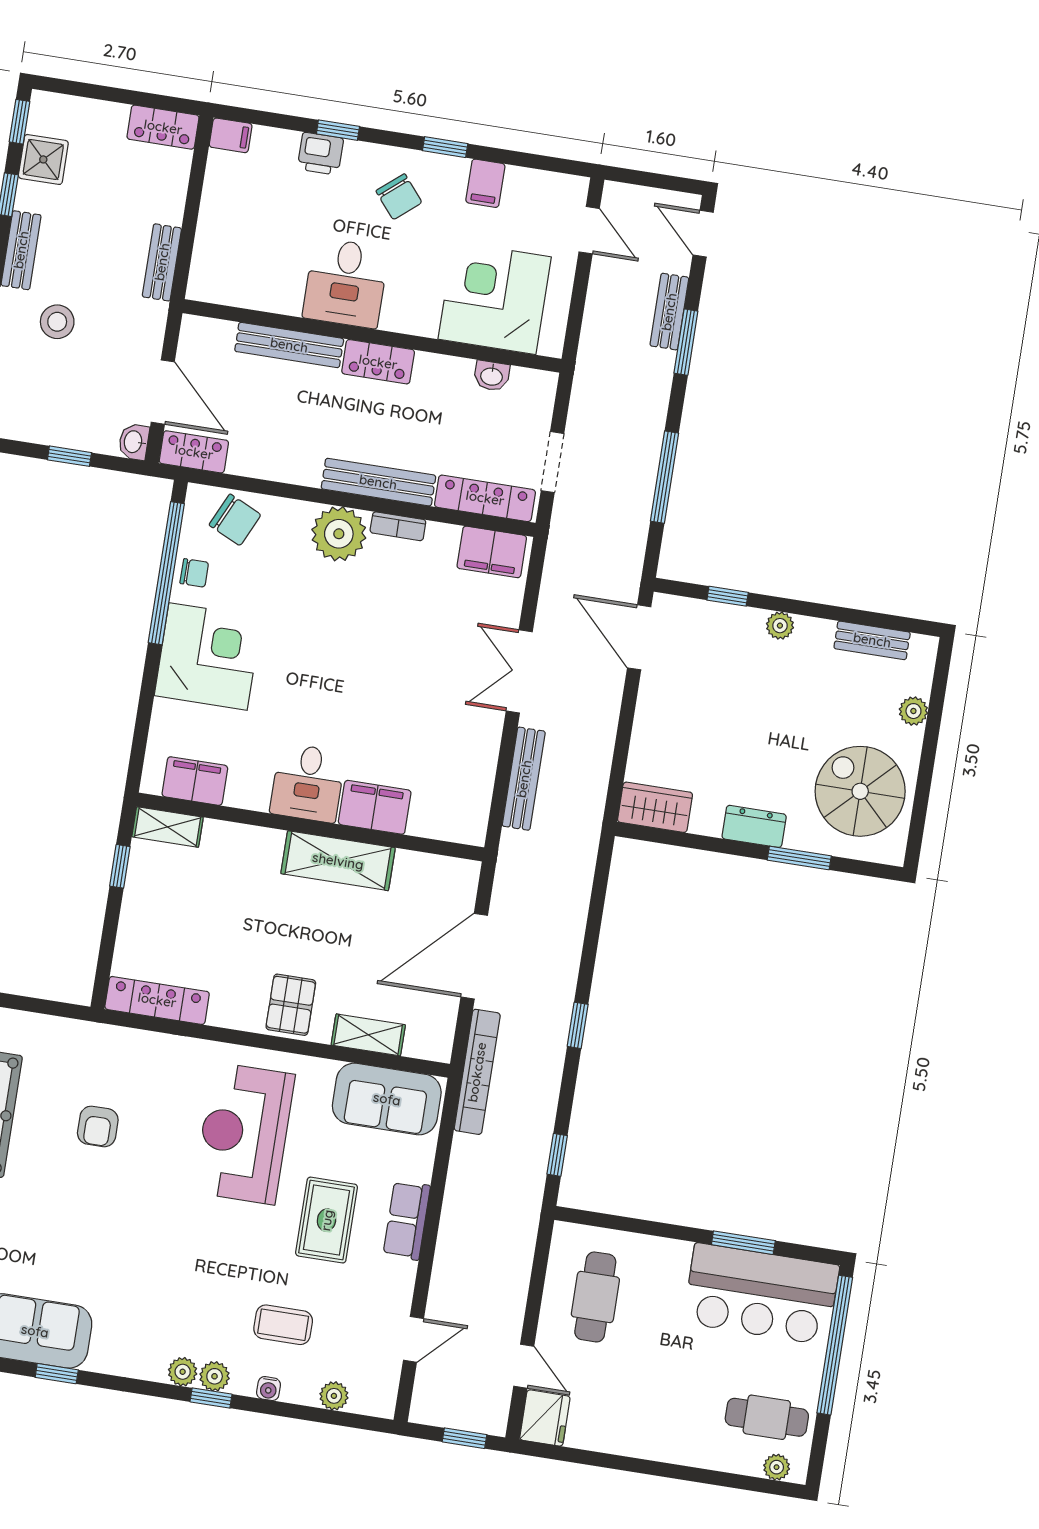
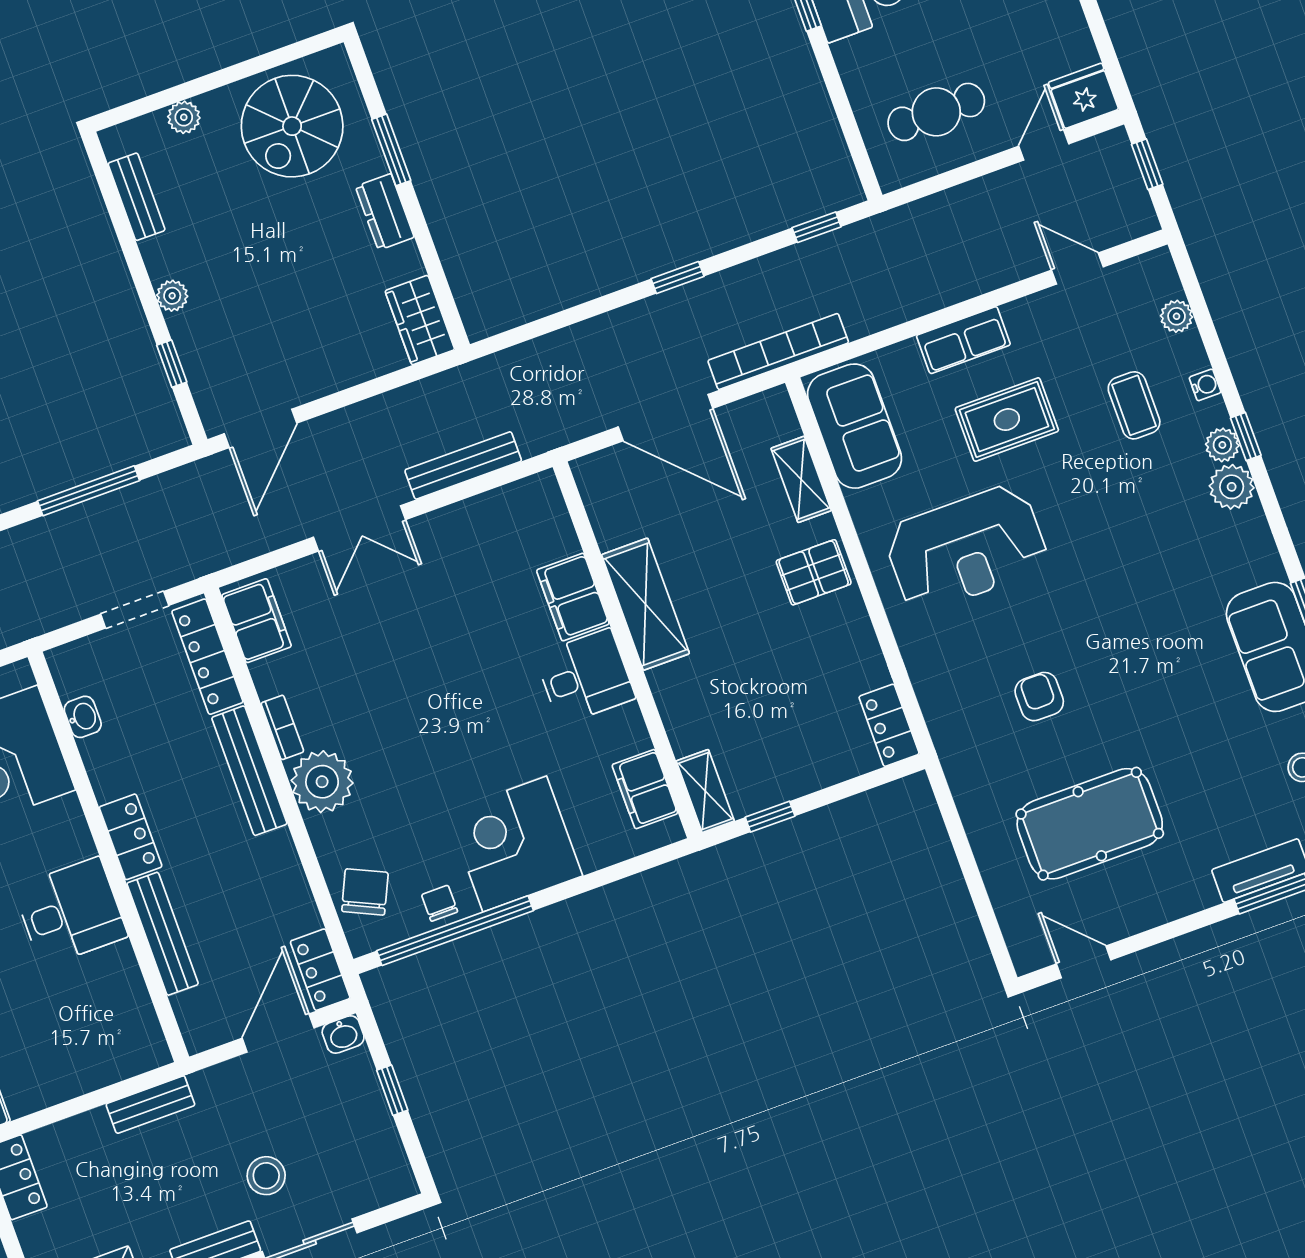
locker: (157, 1000) -> (889, 725), width x0.66
armchair: (98, 1126) -> (1039, 697), turned -90
plant: (183, 1372) -> (1232, 487), width x1.38, depth x1.38

